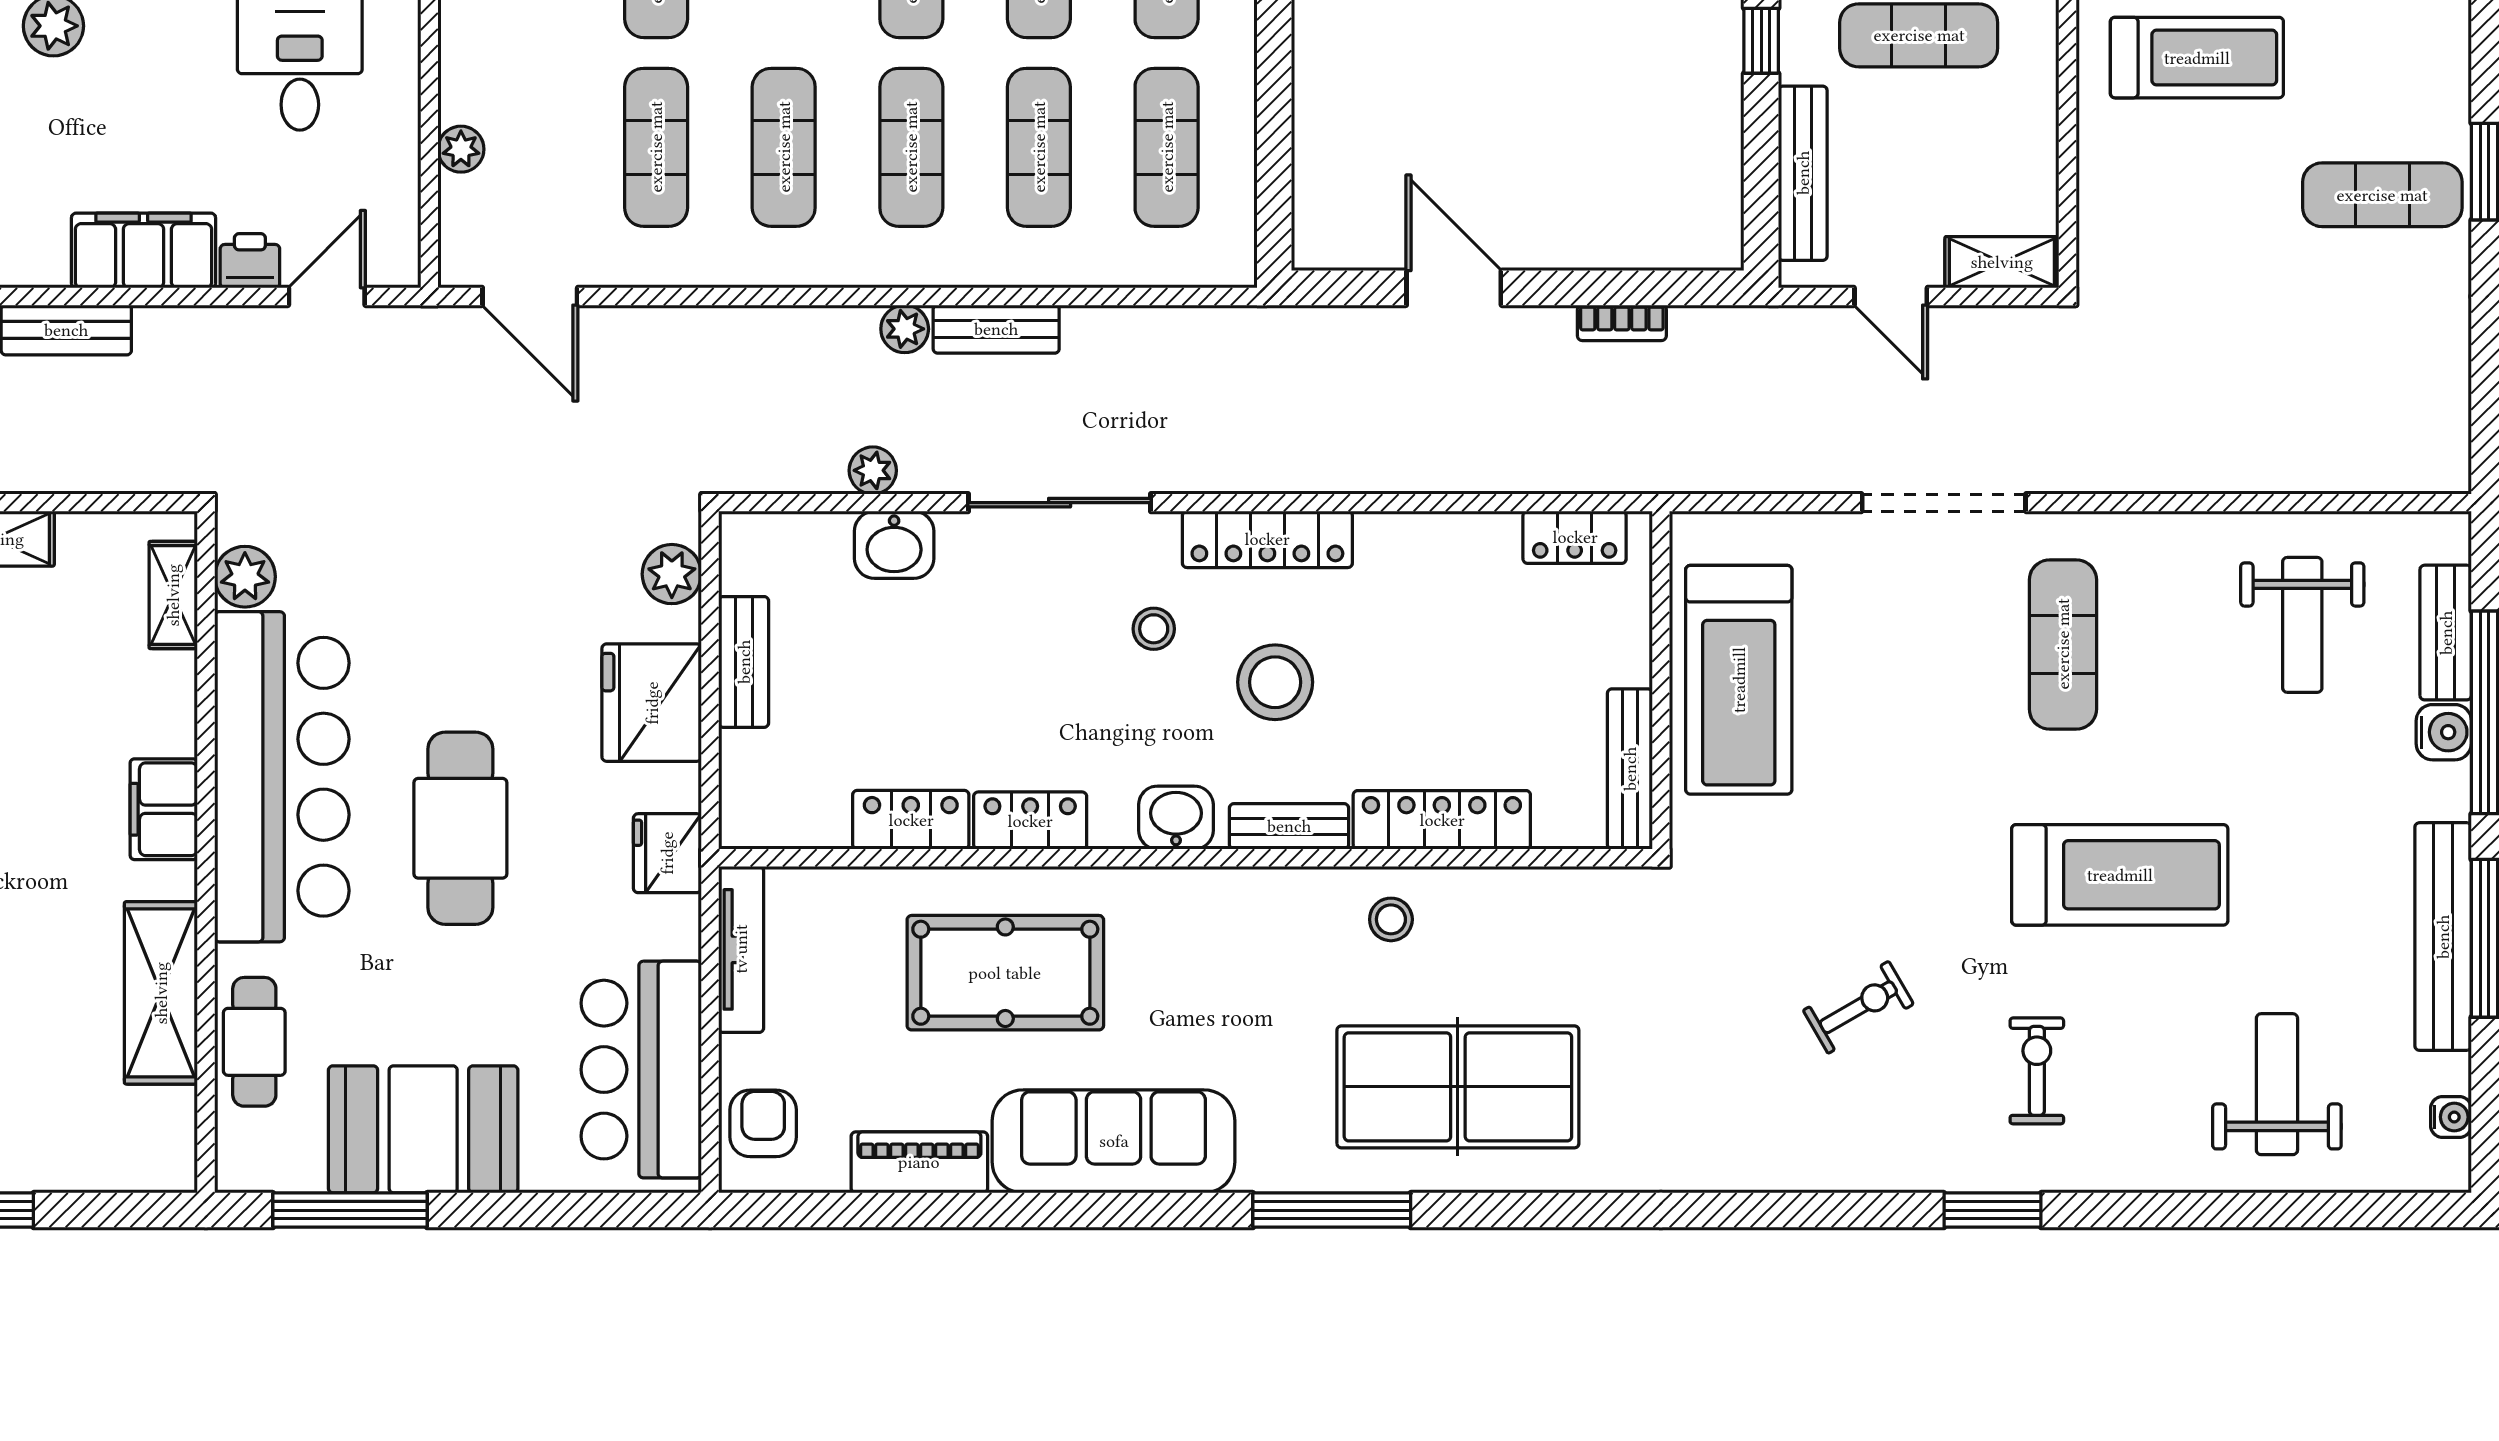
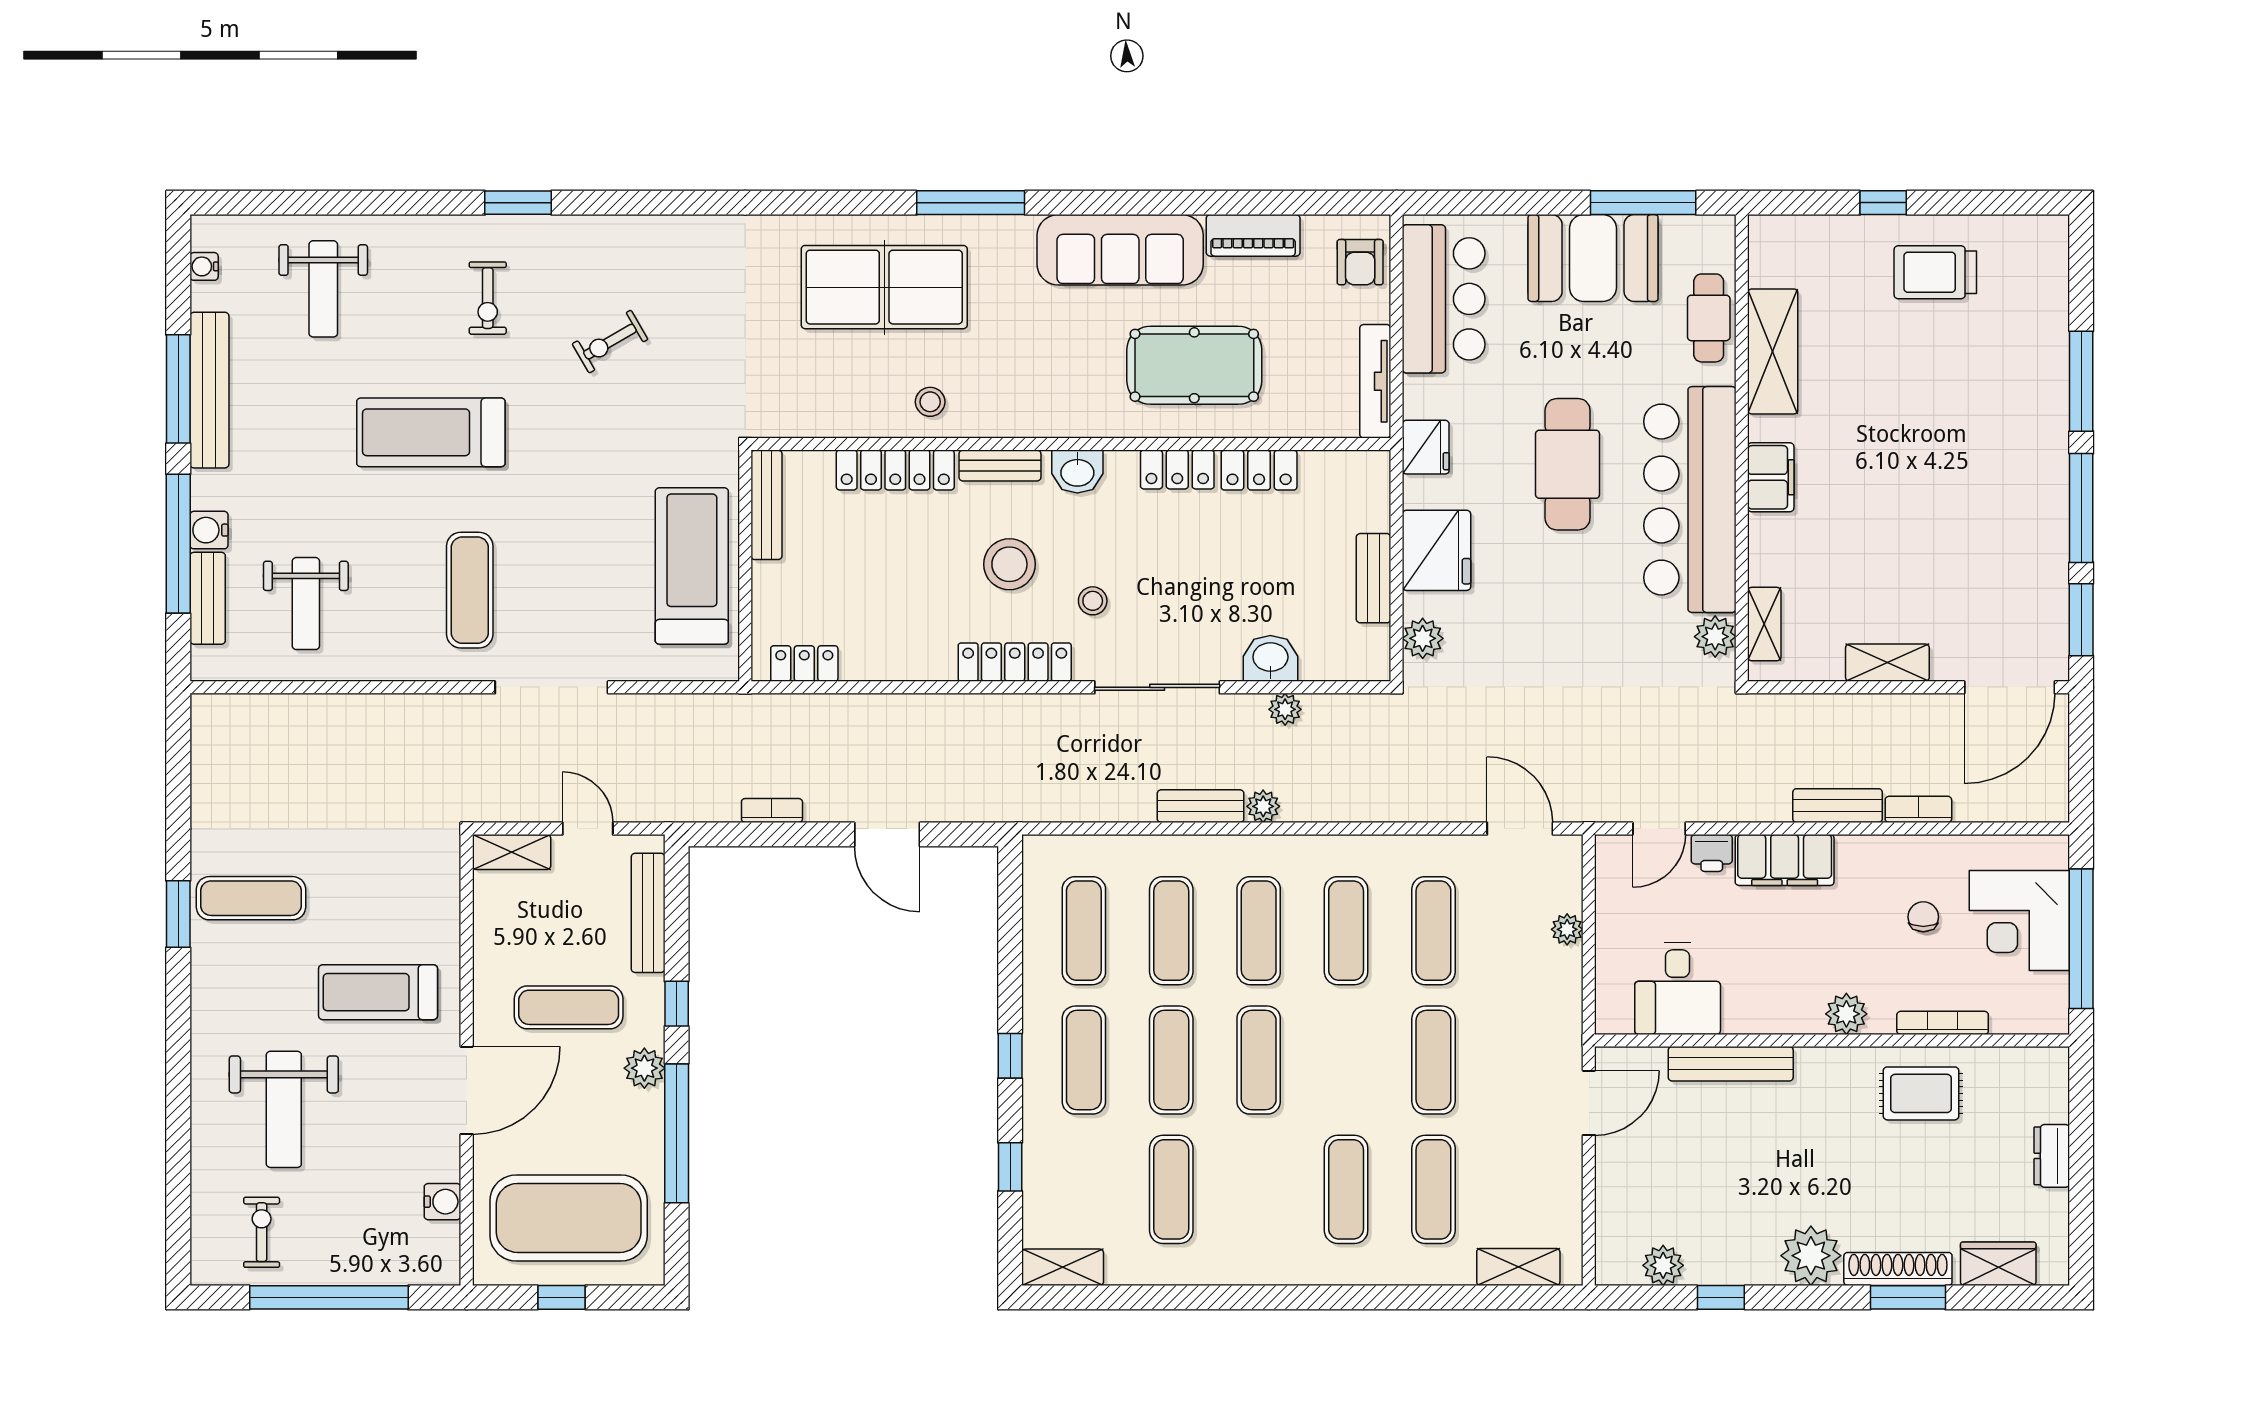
weight bench: (2302, 625) -> (306, 604), turned 180

